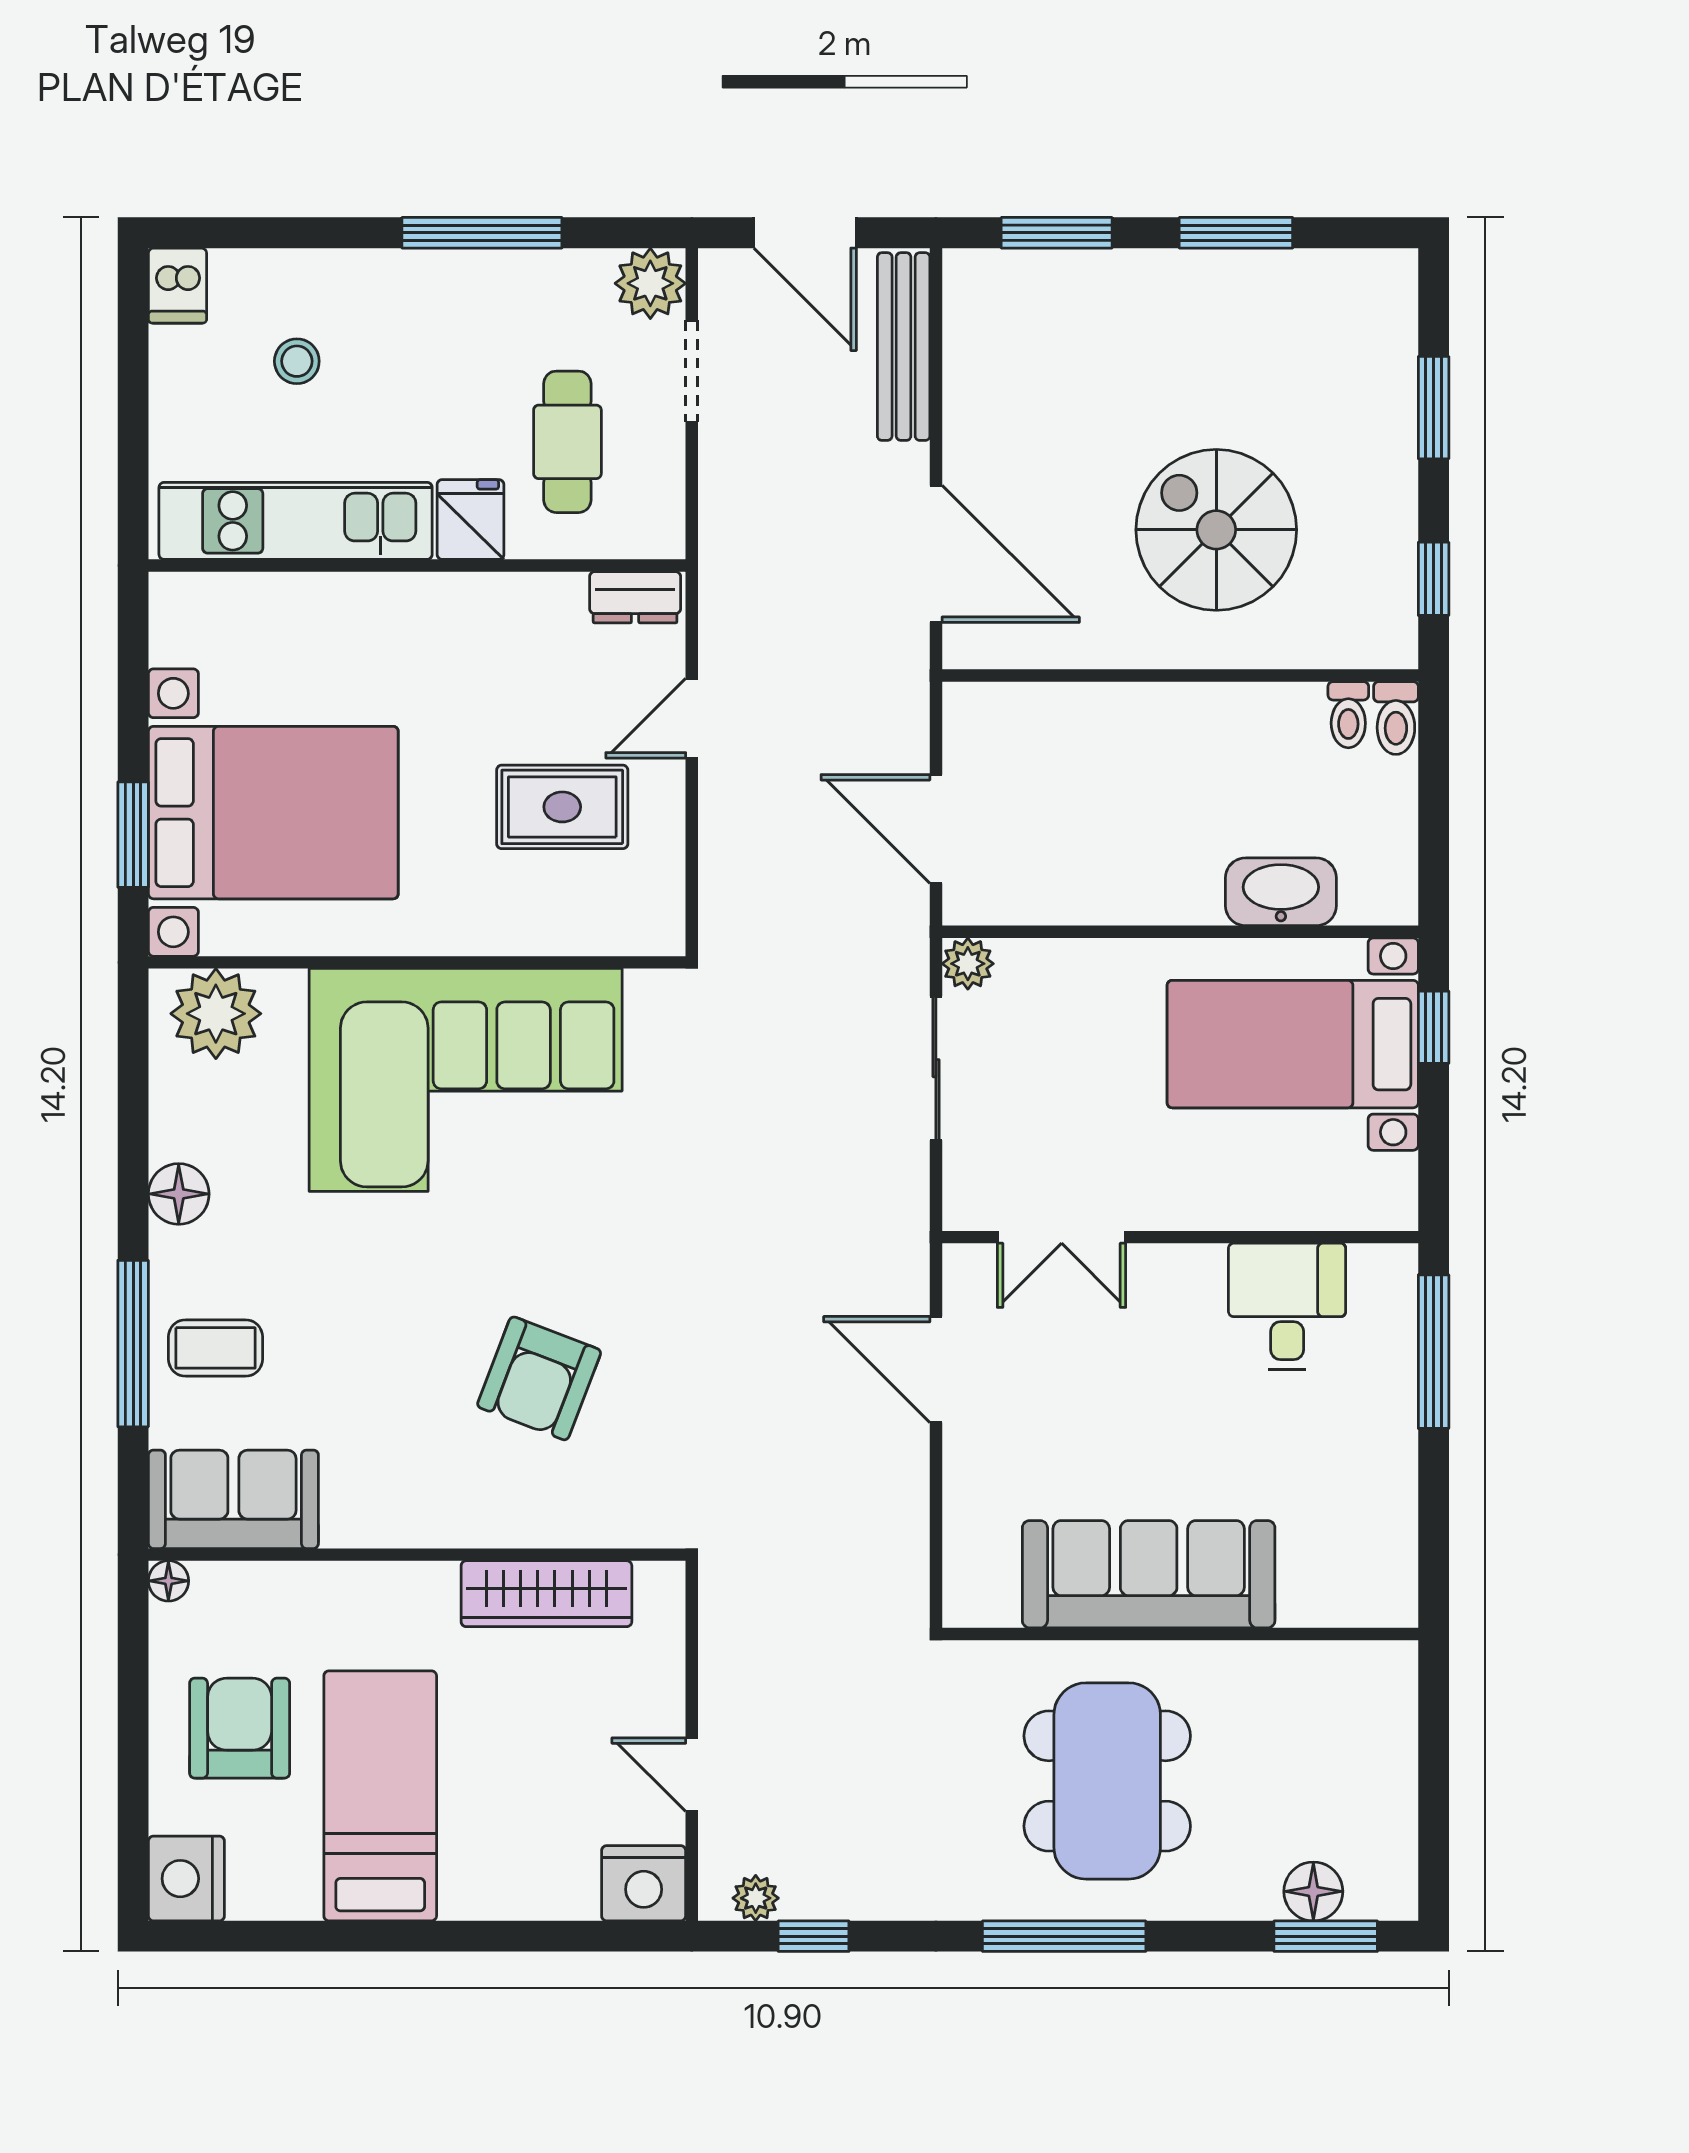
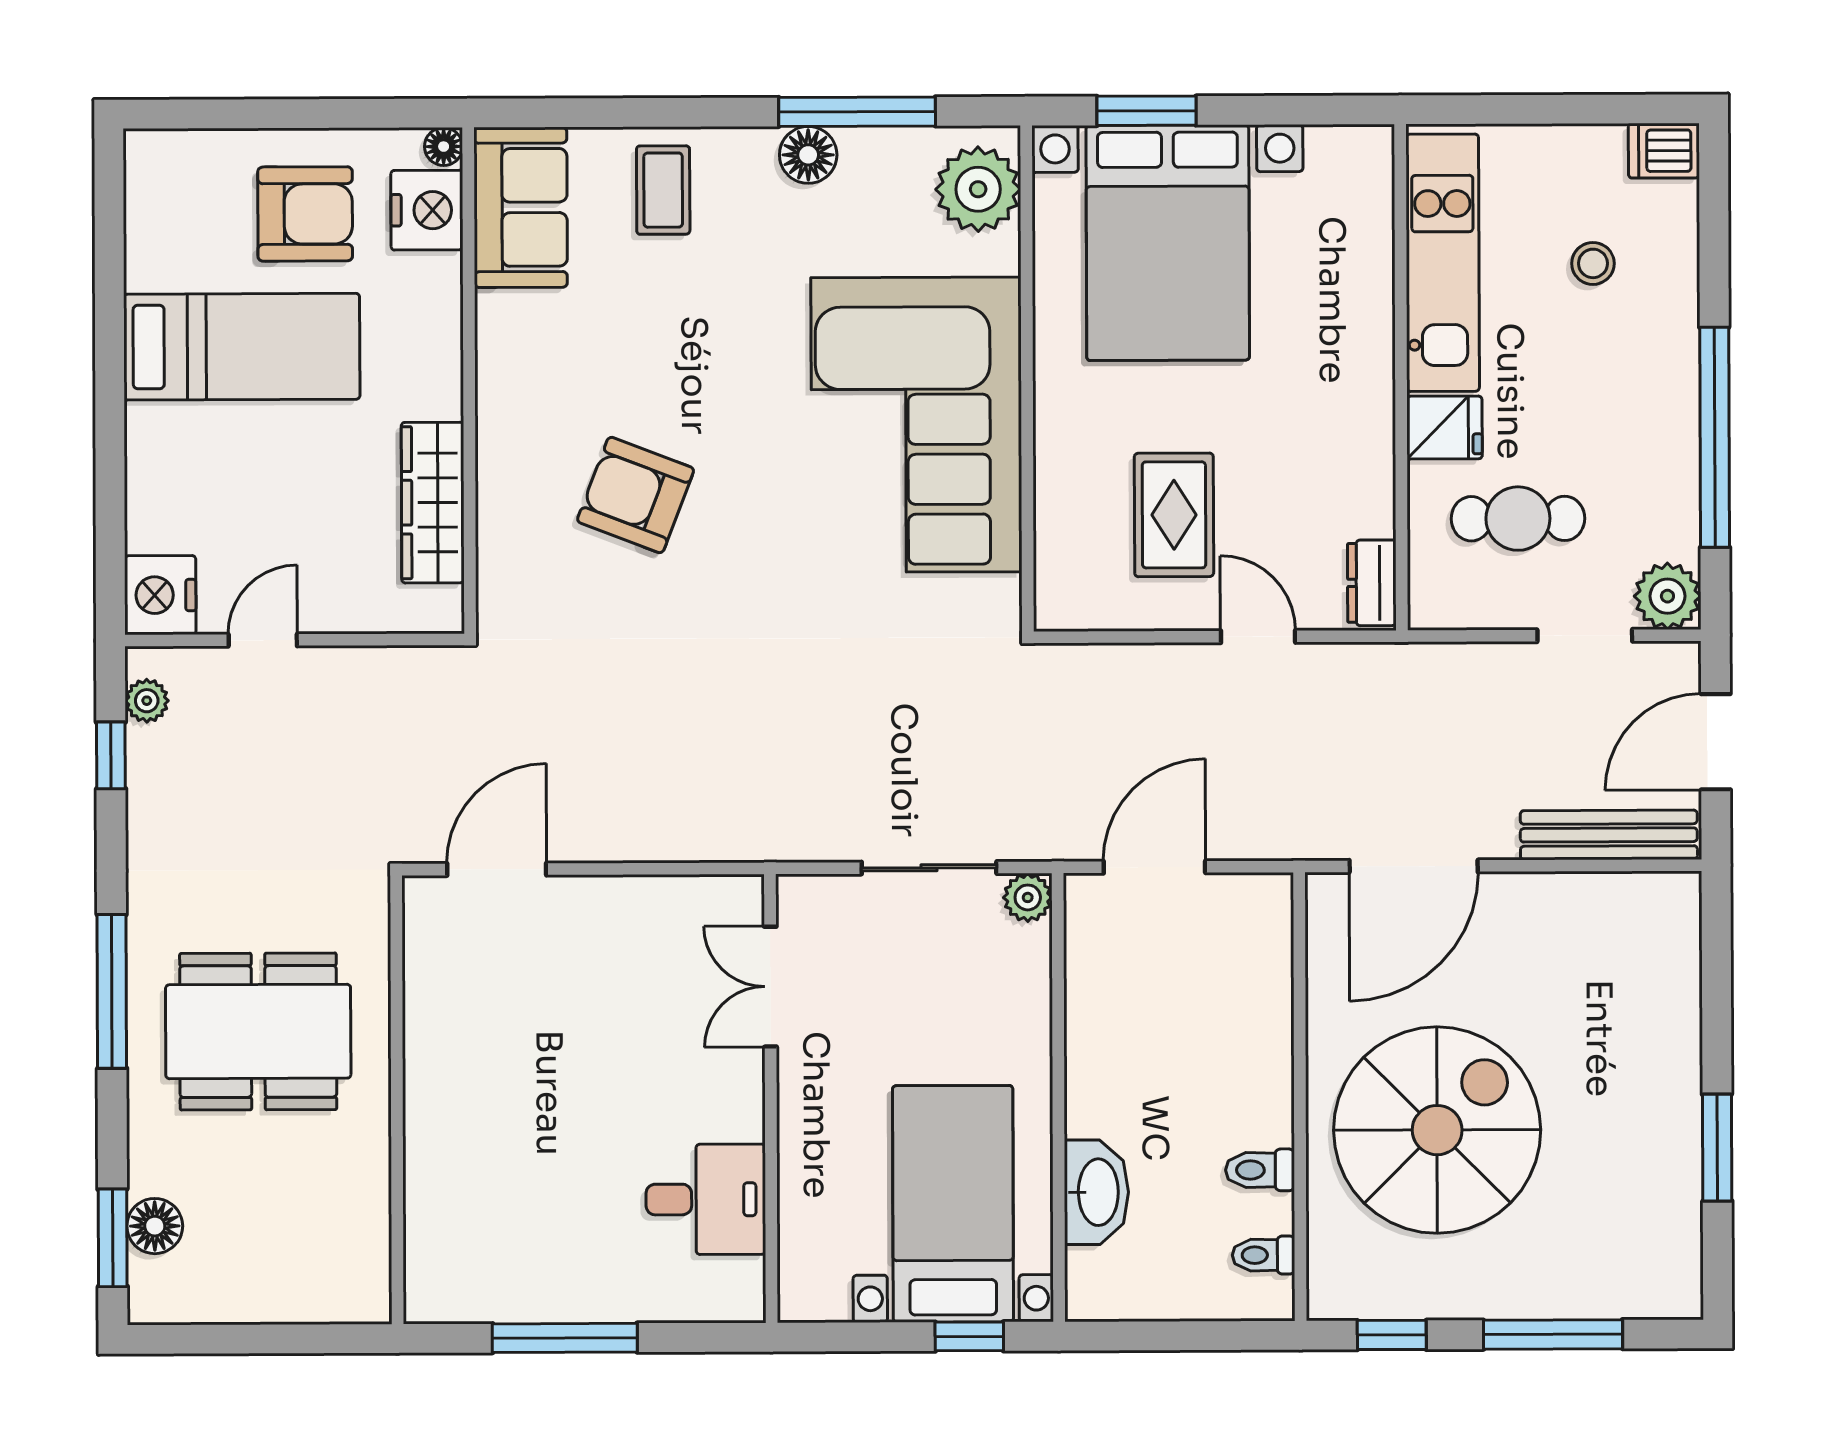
window: (482, 233) -> (1715, 437), width x1.46
window: (1057, 233) -> (1717, 979), removed
window: (1434, 408) -> (1553, 1334), width x1.44
spiral stairs: (1216, 530) -> (1437, 1130), width x1.37, depth x1.37
toilet: (1396, 718) -> (1260, 1170), moved
window: (133, 1344) -> (857, 112), moved
window: (1434, 1352) -> (565, 1338), moved
door: (936, 1369) -> (497, 869), moved
sofa: (1149, 1574) -> (453, 1070), removed
nightstand: (186, 1879) -> (427, 210), moved, turned 90

